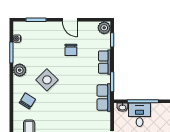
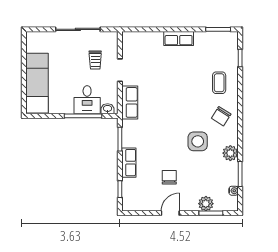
door: (70, 20) -> (170, 213), hinge flipped
plant: (104, 28) -> (206, 204), moved
side table: (47, 80) -> (198, 141), turned 45
row of seats: (104, 98) -> (130, 102), moved

